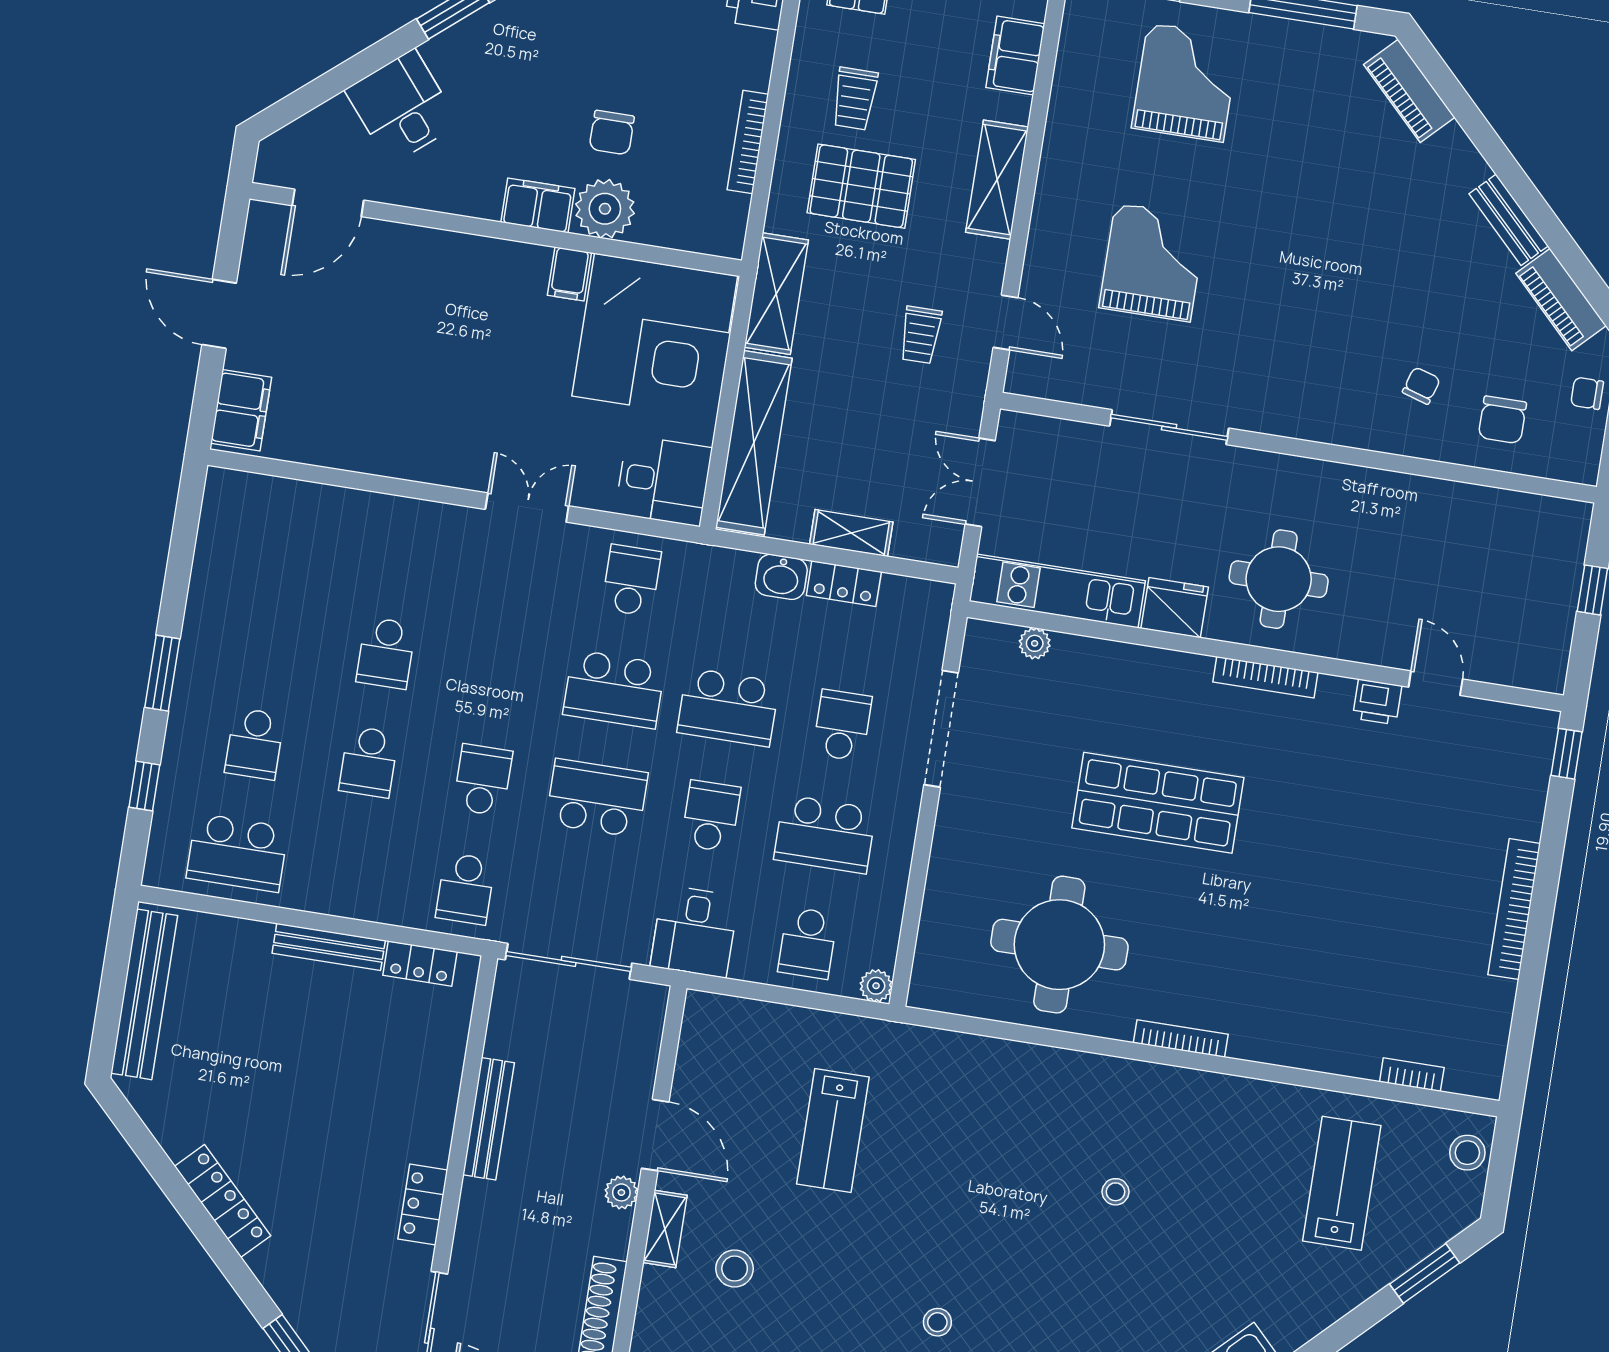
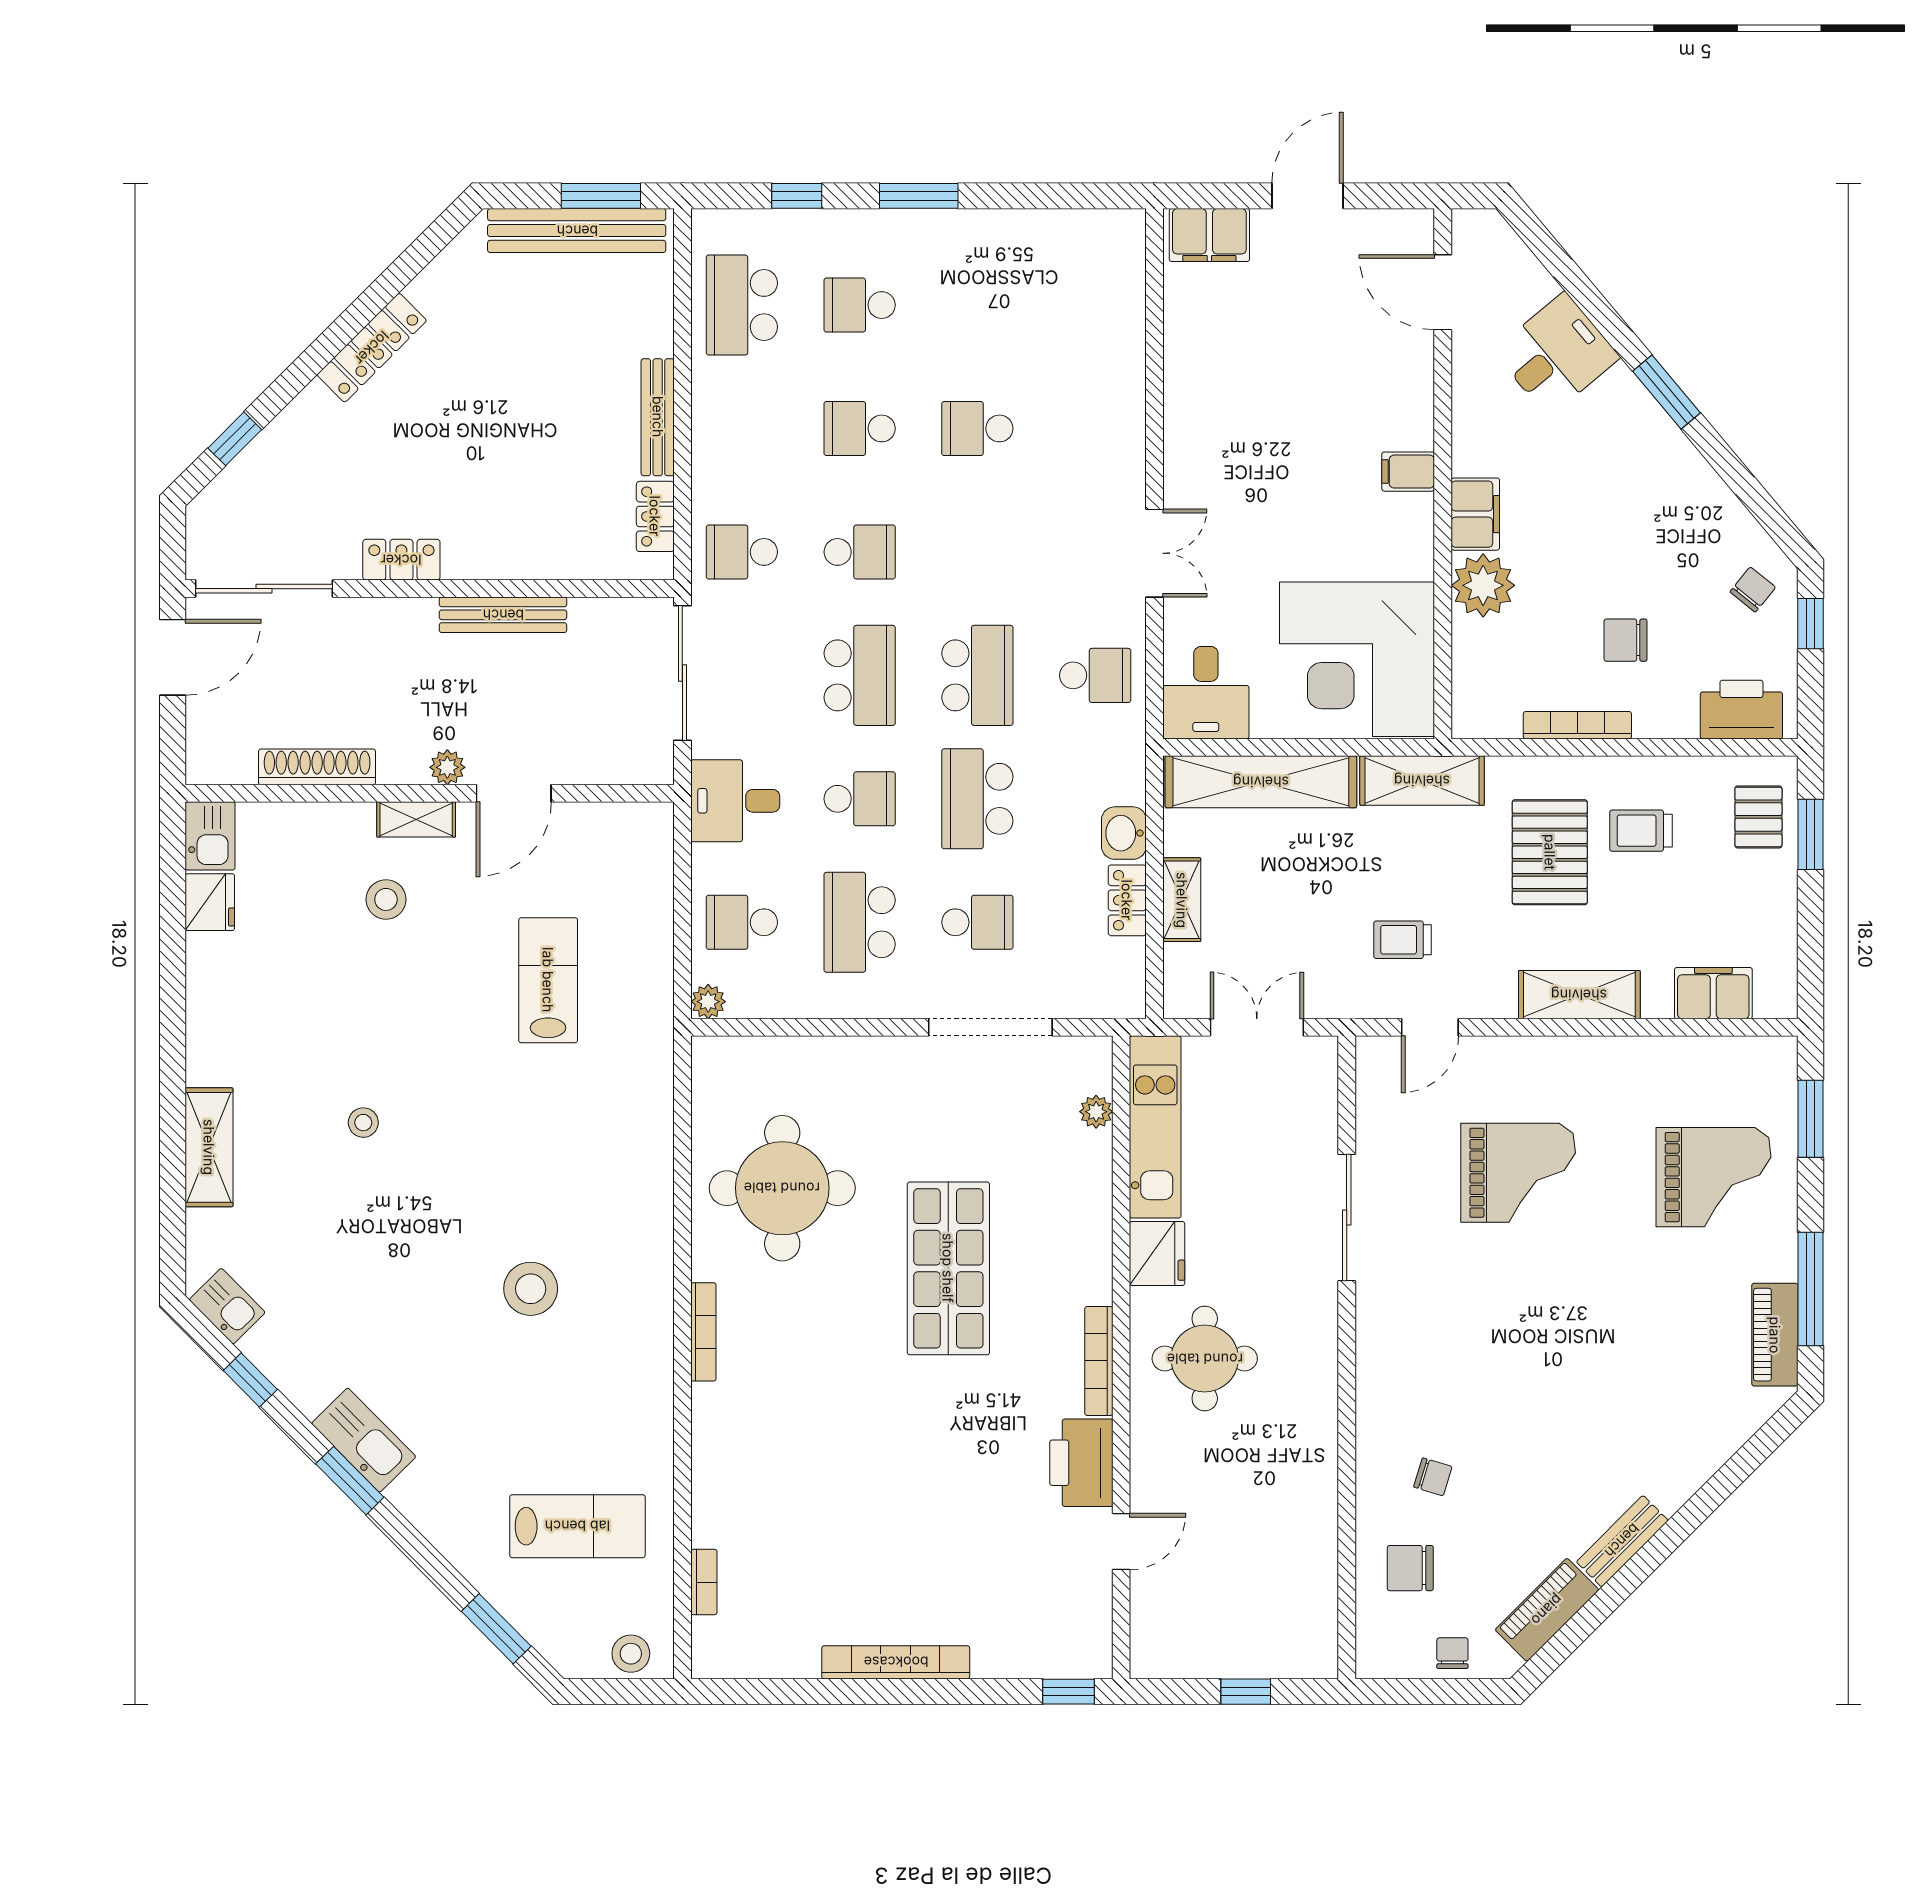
piano: (1409, 91) -> (1775, 1335), moved, turned -45
chair: (612, 133) -> (1625, 640), moved
filing cabinet: (569, 274) -> (1408, 472), moved
school desk: (614, 689) -> (977, 675), turned 180
printer: (1377, 702) -> (1081, 1463), width x1.87, depth x1.48
window: (116, 967) -> (601, 196), added
lab bench: (833, 1131) -> (548, 980), turned 90
stool: (1115, 1192) -> (531, 1289), width x1.89, depth x1.89

